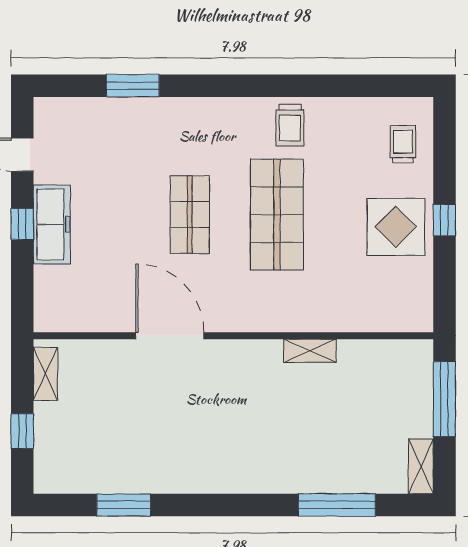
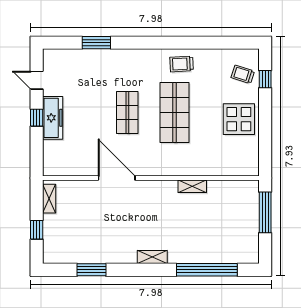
trolley: (290, 125) -> (182, 64), turned 87
trolley: (403, 144) -> (243, 74), turned -72
window: (444, 220) -> (265, 79), moved
shelving: (421, 466) -> (152, 257), moved, turned 90
window: (337, 505) -> (207, 270), width x1.46

